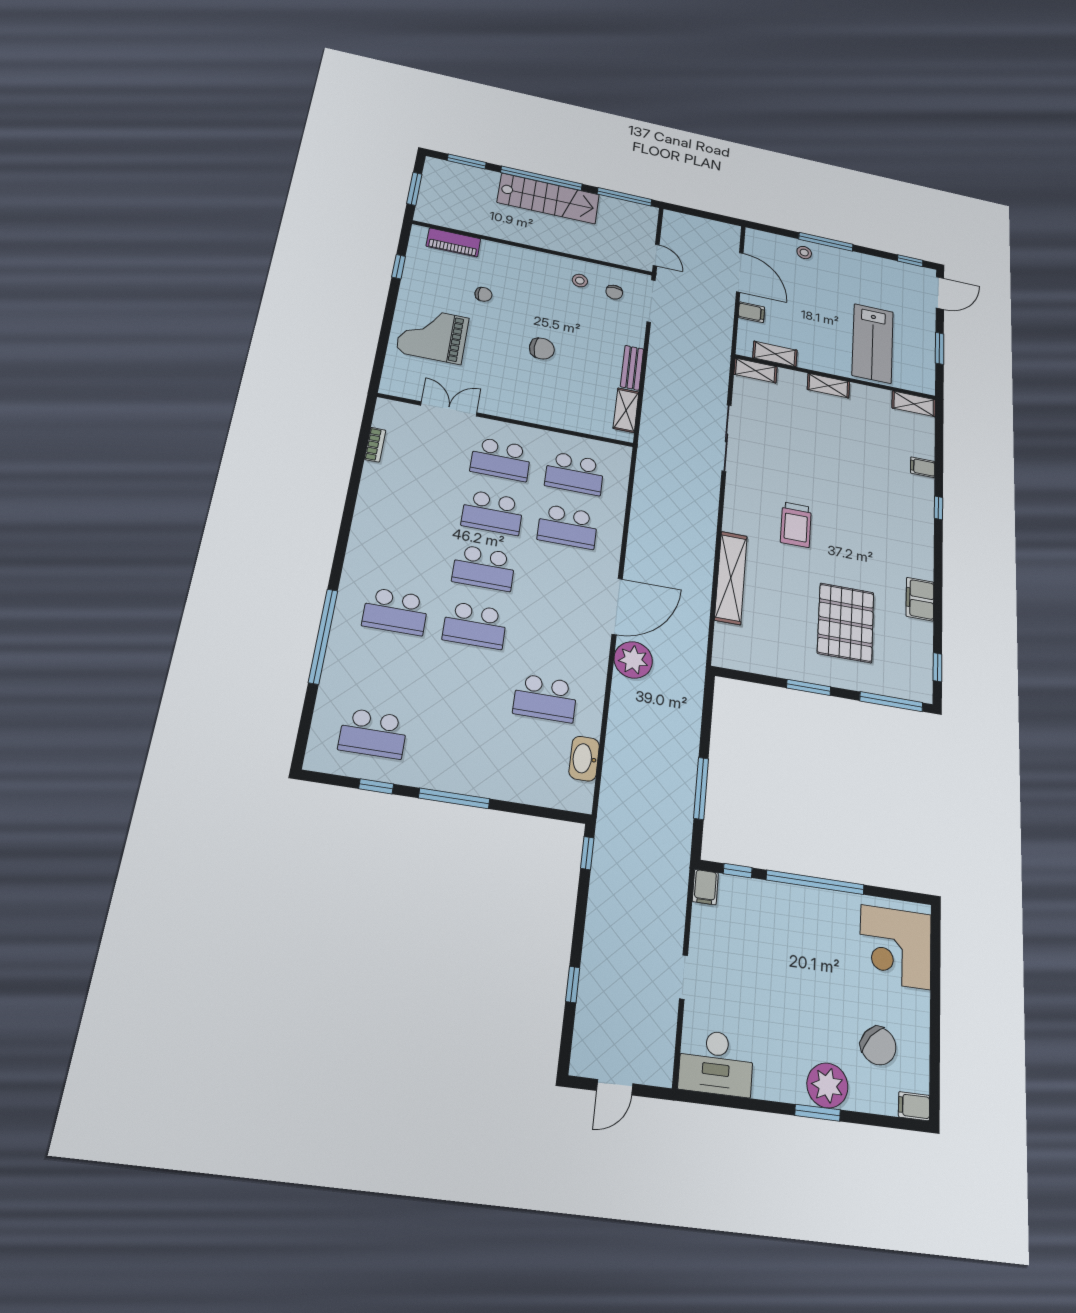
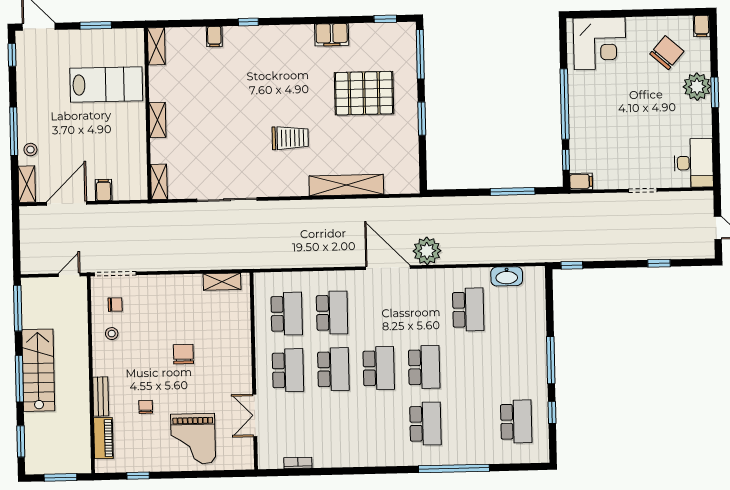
window: (542, 178) -> (19, 379), width x0.68
shelving: (775, 354) -> (27, 184), moved
bench: (632, 368) -> (101, 396), moved, turned 90

